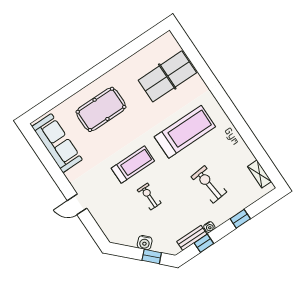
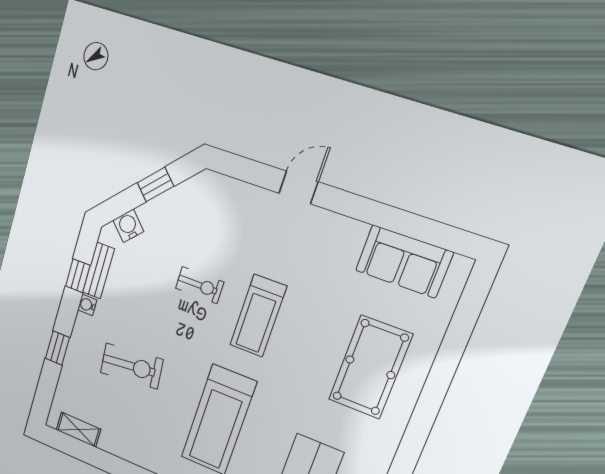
sofa: (57, 143) -> (404, 261), width x0.73
water cooler: (145, 243) -> (128, 226), moved
window: (152, 257) -> (155, 184), moved

